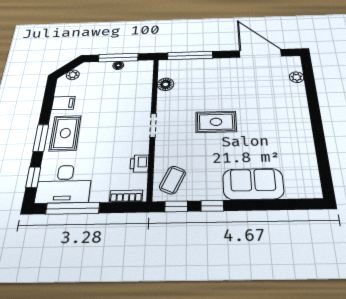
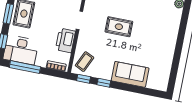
printer: (139, 164) -> (65, 40), width x1.87, depth x1.48

